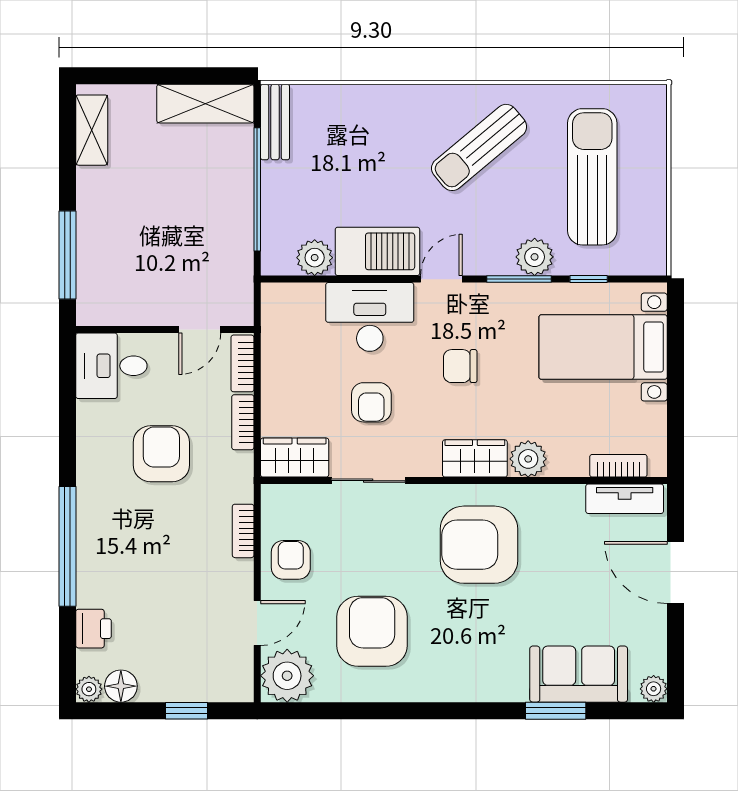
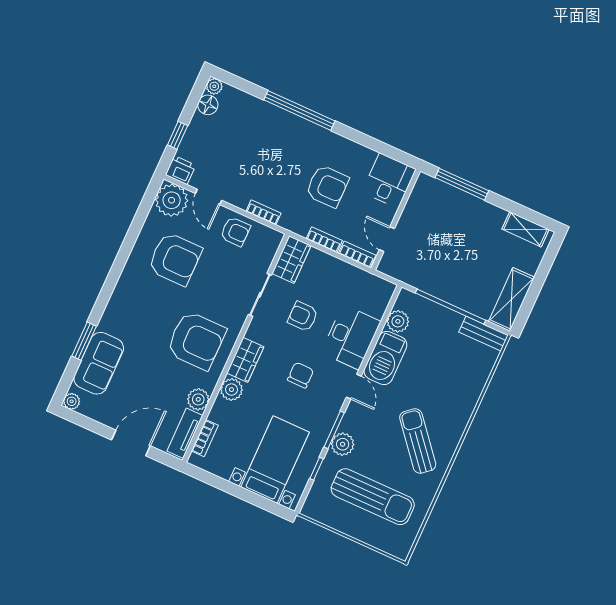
plant: (565, 502) -> (198, 399), added
armchair: (479, 545) -> (196, 340), turned 90
printer: (93, 629) -> (180, 170), moved, turned 180

